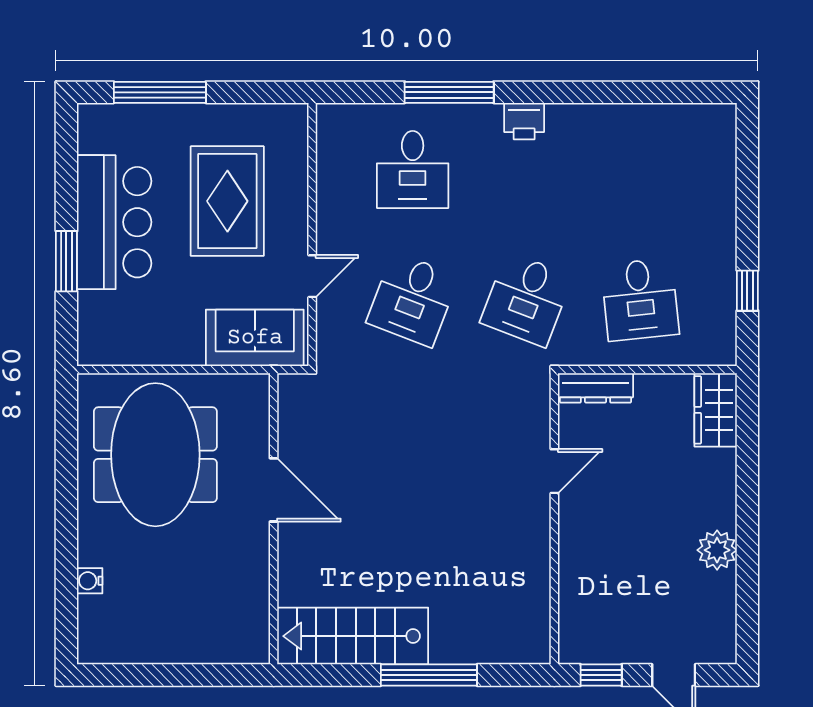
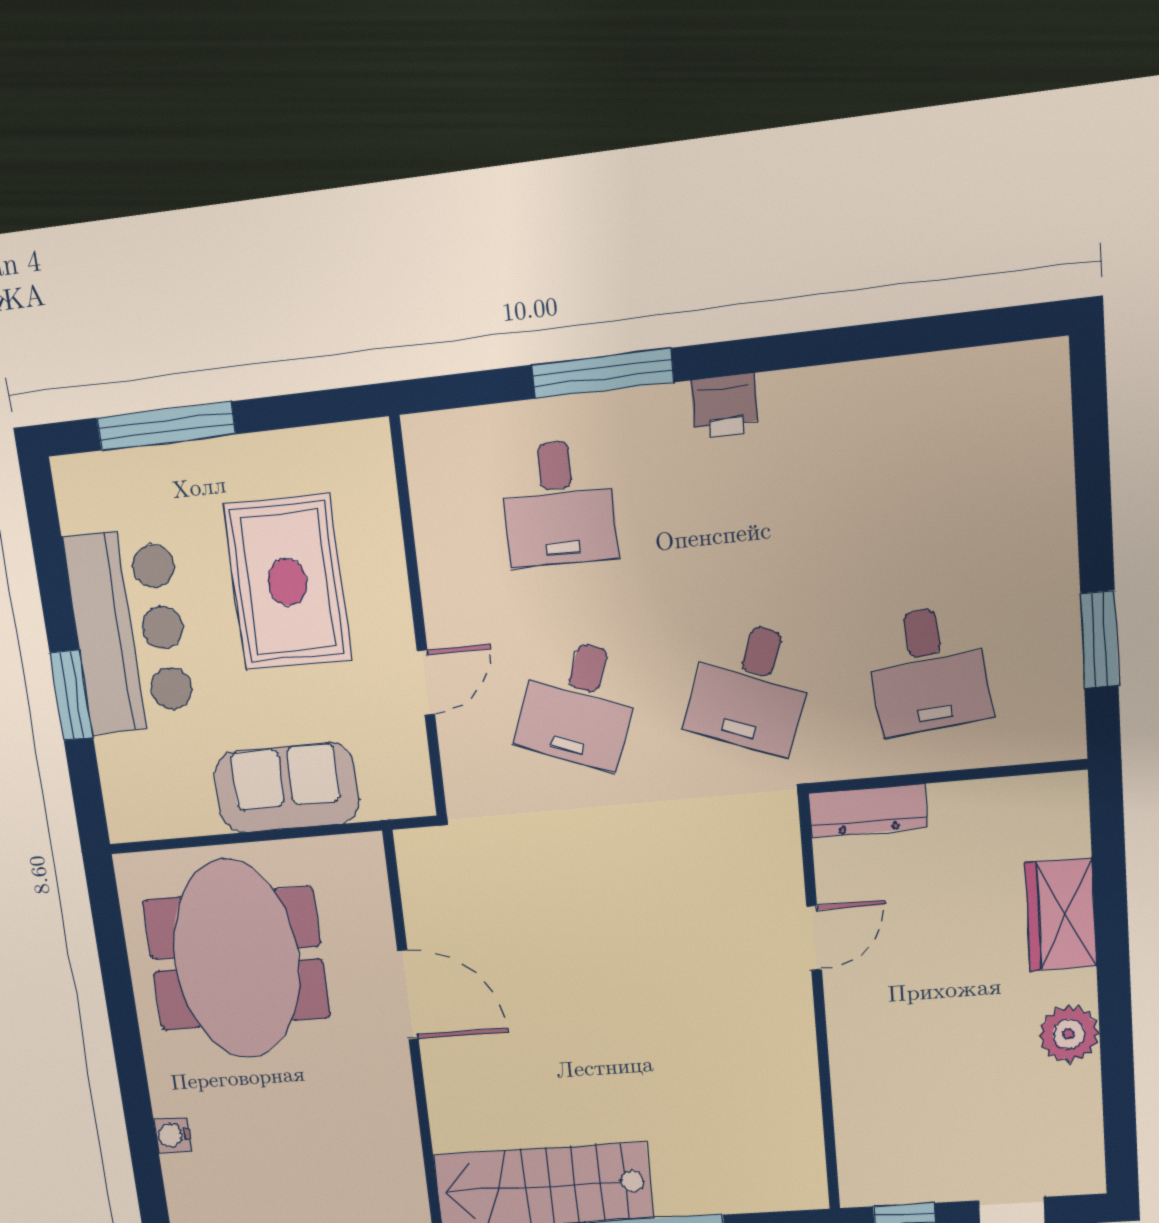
window: (747, 291) -> (1099, 639), width x1.50
sofa: (255, 338) -> (287, 788), moved
wardrobe: (716, 410) -> (1061, 915), moved

